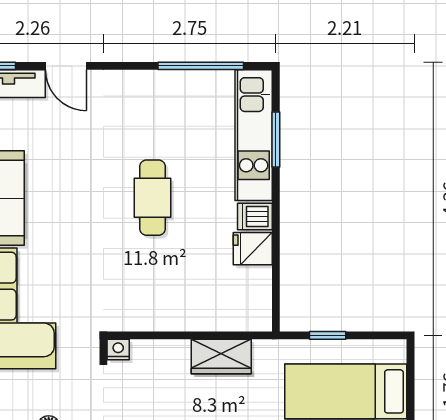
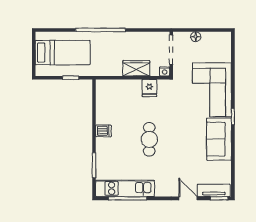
kitchen unit: (254, 135) -> (125, 188), moved, turned -90
fridge: (253, 249) -> (149, 88), moved, turned 90
wardrobe: (221, 356) -> (136, 68), moved

